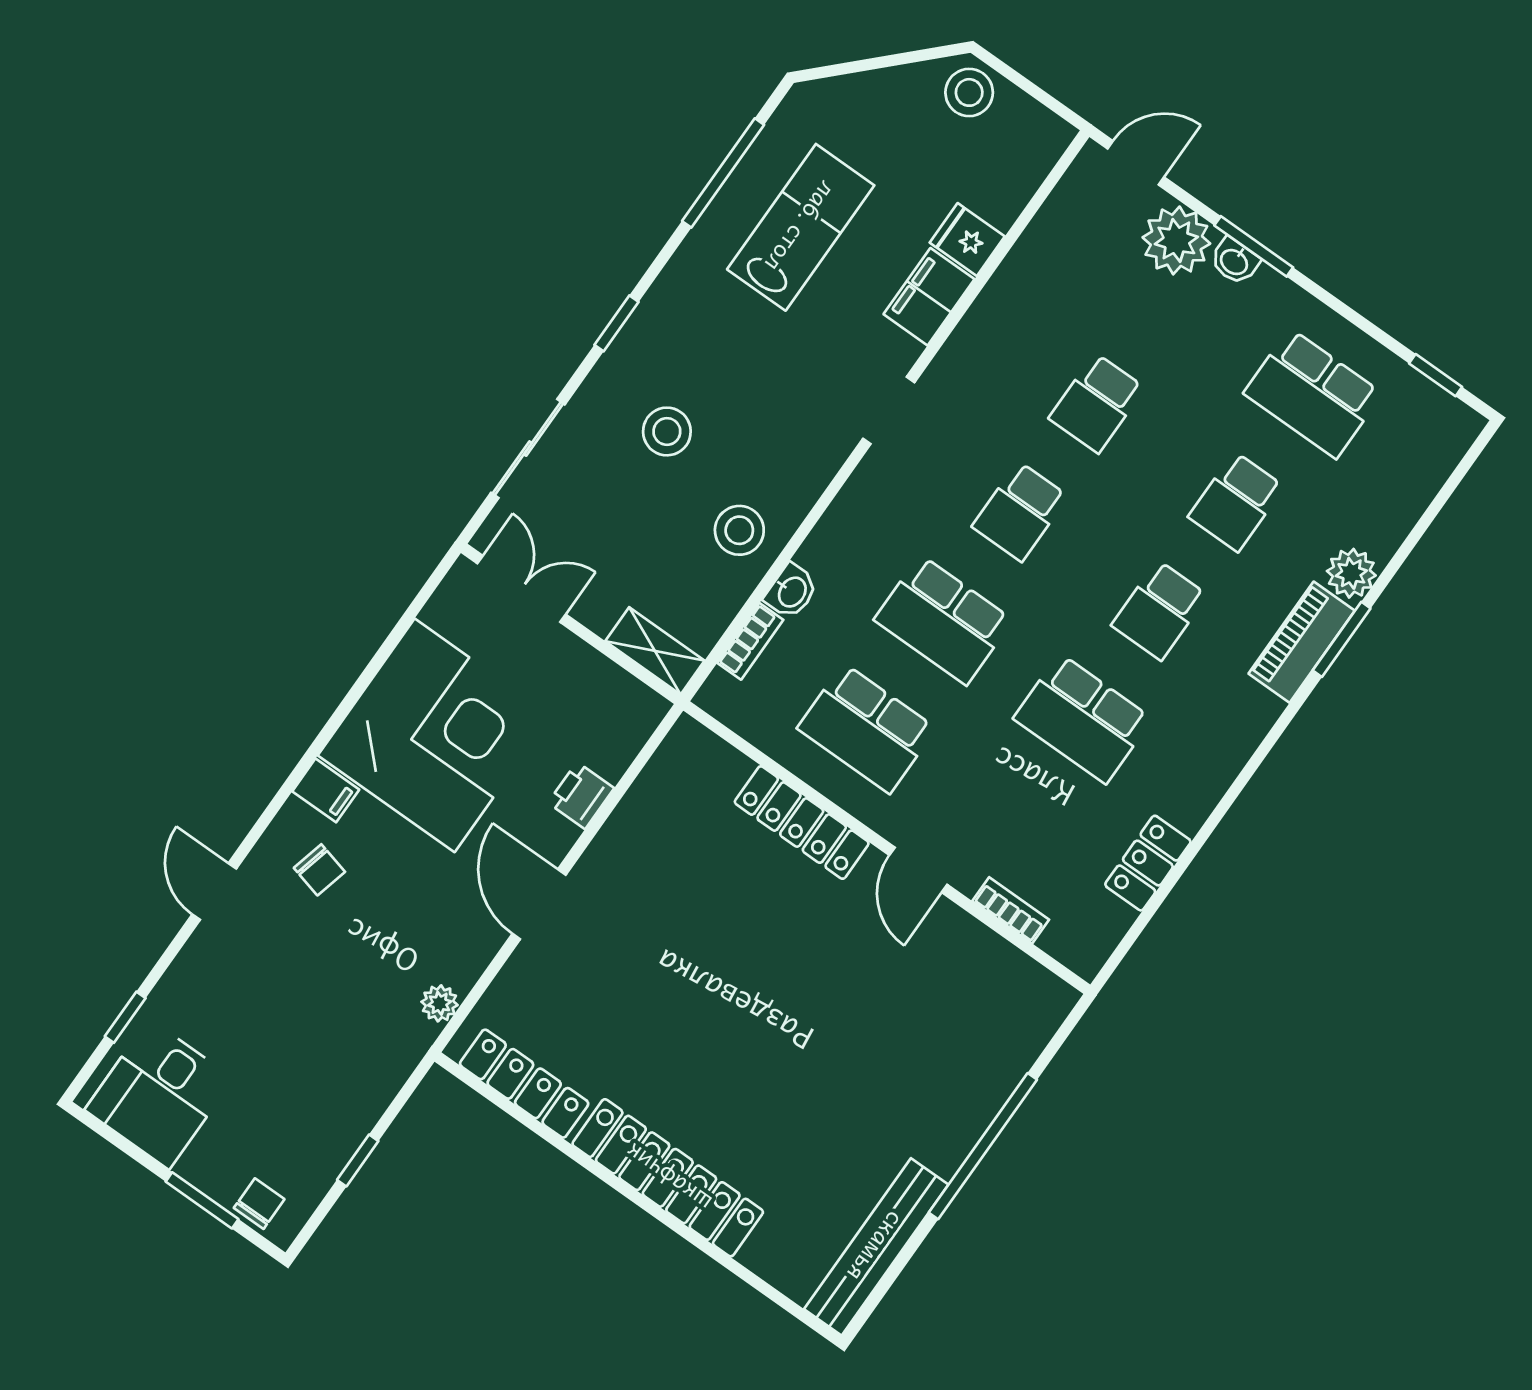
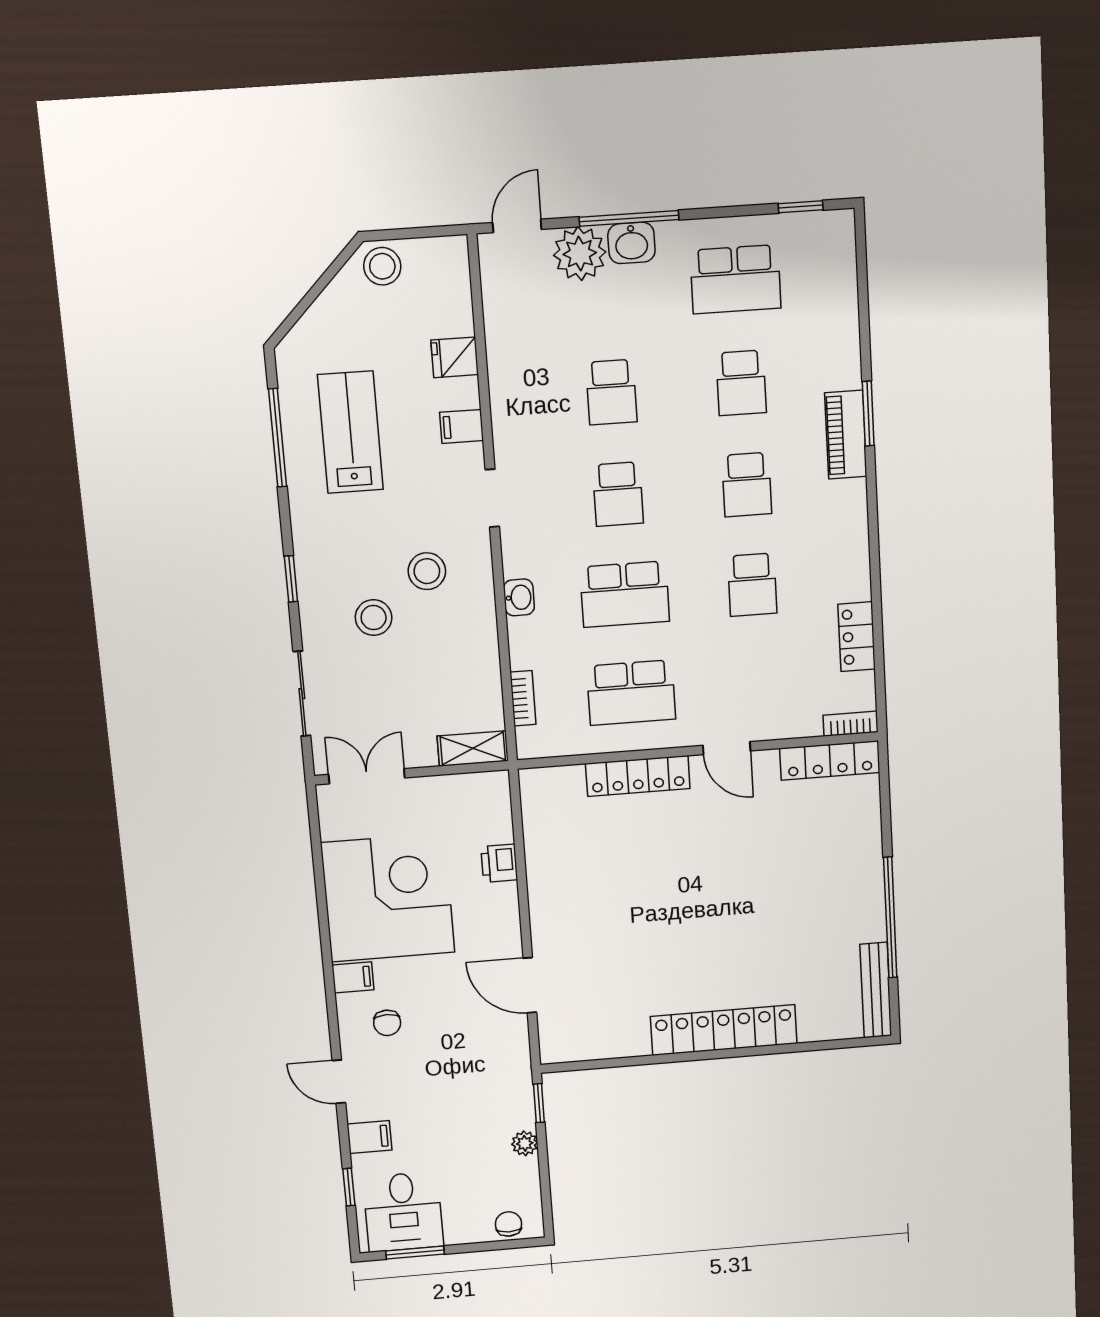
window: (1254, 246) -> (629, 218), width x1.44
washbasin: (1235, 261) -> (631, 243), width x1.38, depth x1.45
filing cabinet: (929, 297) -> (462, 426), width x0.50
stool: (739, 530) -> (427, 571), moved
plant: (1351, 573) -> (843, 369), removed
washbasin: (791, 591) -> (519, 597), moved
school desk: (1083, 719) -> (752, 585), width x0.54
chair: (319, 870) -> (387, 1023), turned 76
door: (539, 904) -> (530, 985), moved
bookcase: (1011, 910) -> (851, 724), moved
filing cabinet: (194, 980) -> (369, 1137), added
plant: (440, 1003) -> (525, 1143), moved
locker: (524, 1084) -> (830, 761), moved, turned 180
window: (983, 1146) -> (890, 918), moved
window: (358, 1160) -> (539, 1103), moved
window: (202, 1200) -> (415, 1253), moved
bench: (876, 1247) -> (876, 990), width x0.73, depth x0.82

